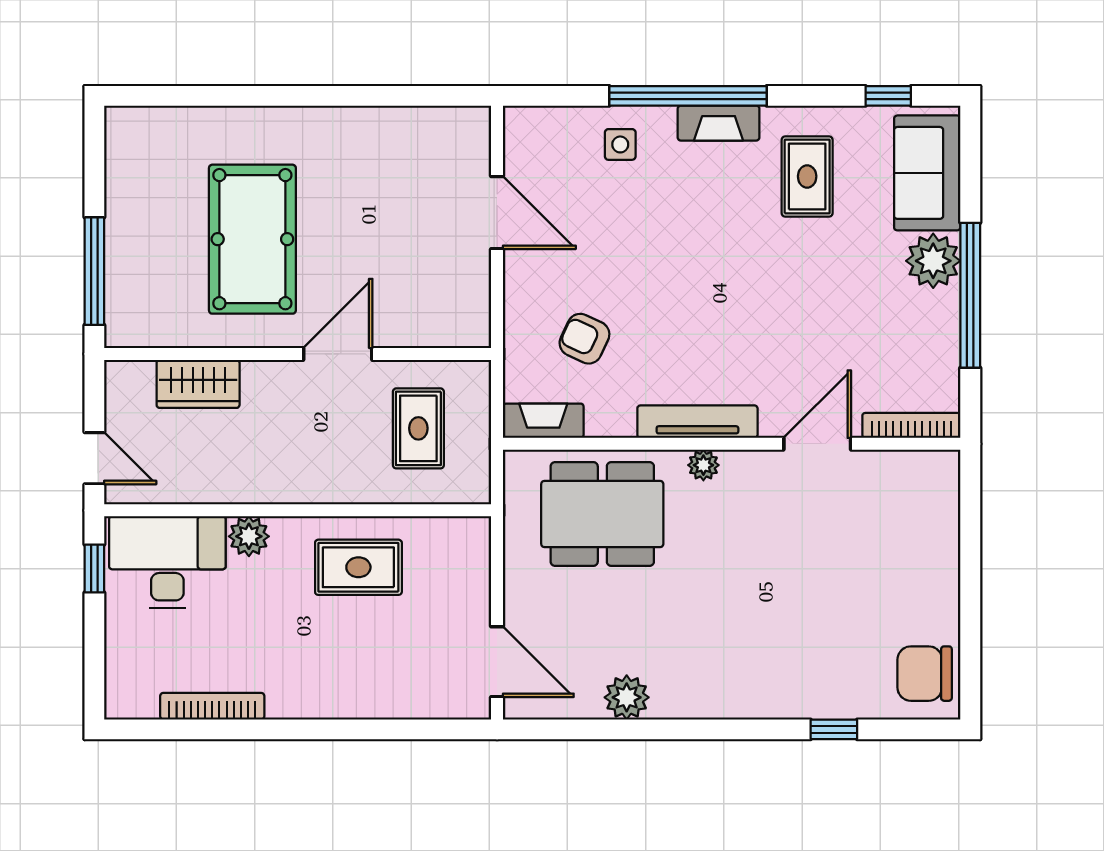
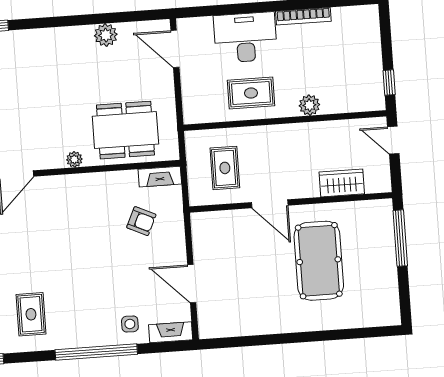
fireplace: (719, 123) -> (171, 332), moved
door: (338, 354) -> (270, 204), hinge flipped
tv unit: (697, 422) -> (79, 182), removed
desk: (167, 562) -> (245, 37), moved, turned 180
bookcase: (212, 706) -> (303, 16), moved

